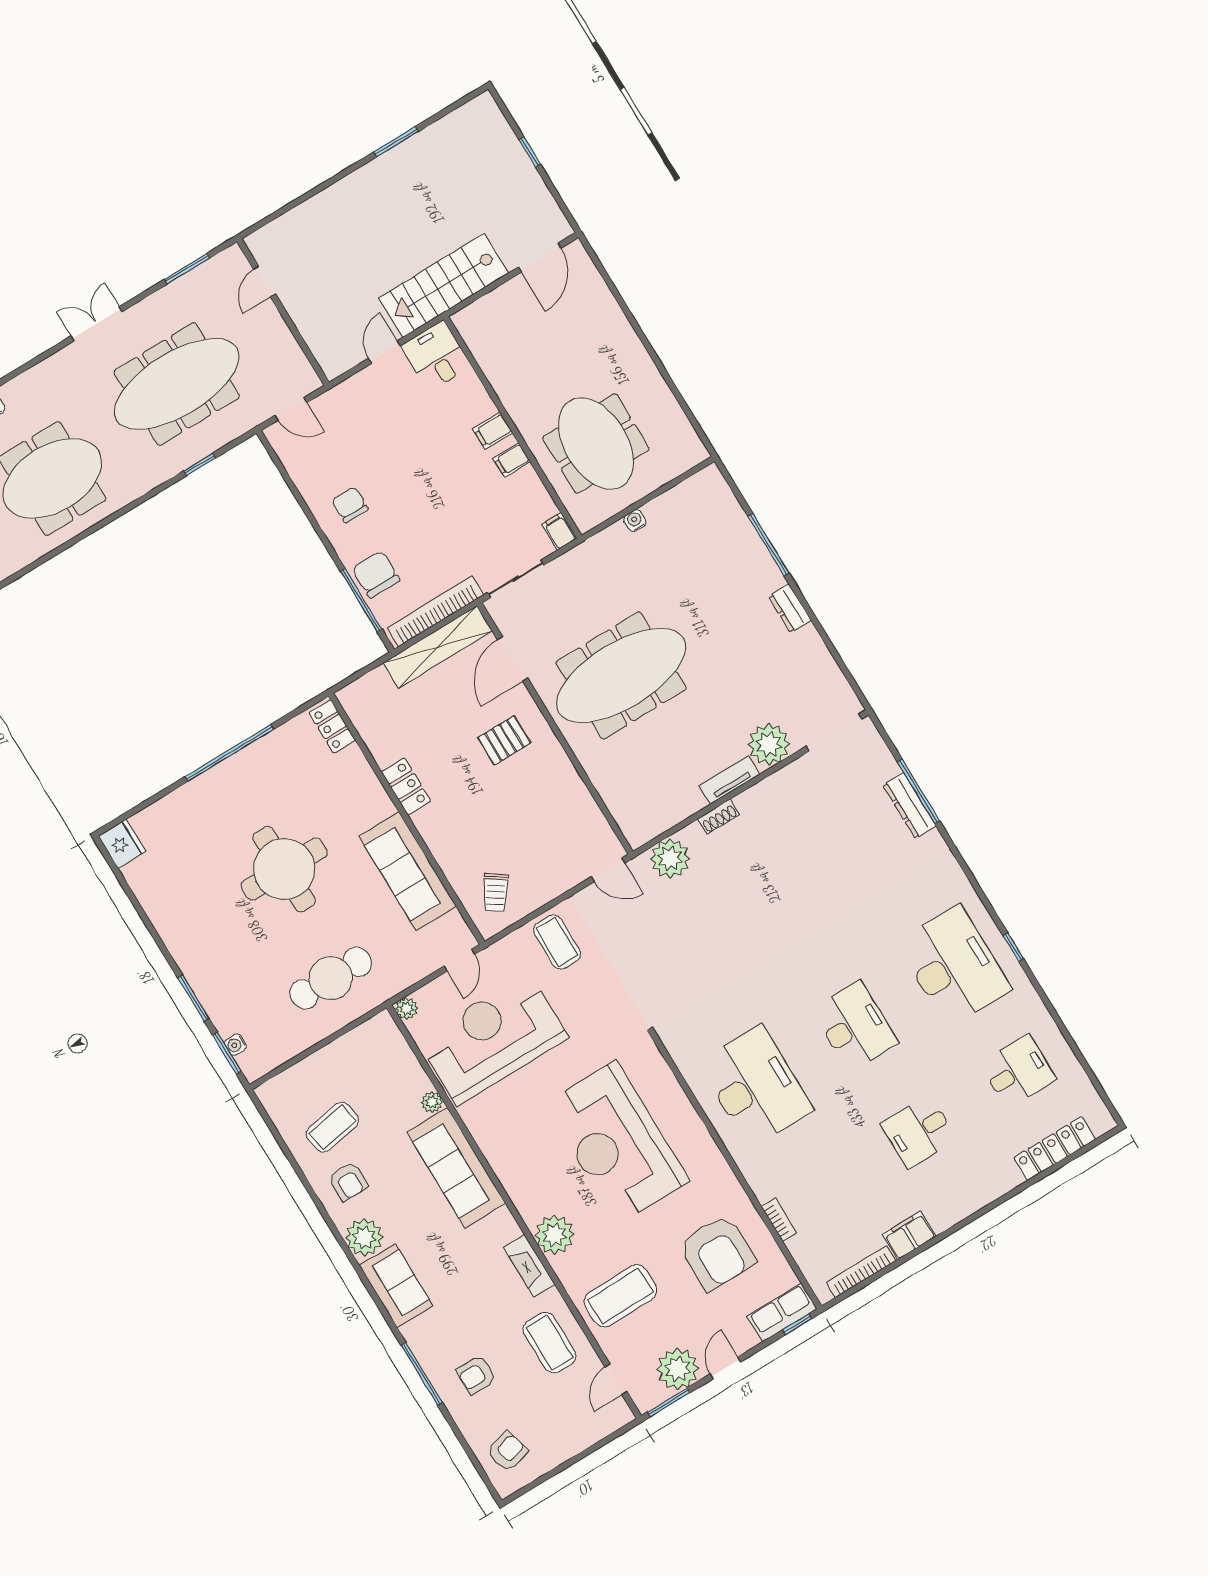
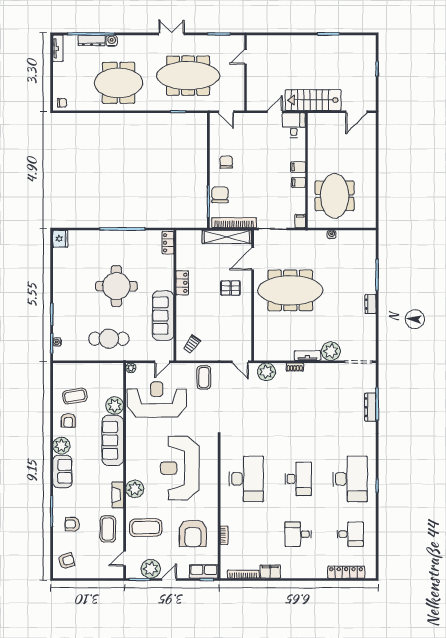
plant: (432, 1102) -> (115, 405), width x1.88, depth x1.88

